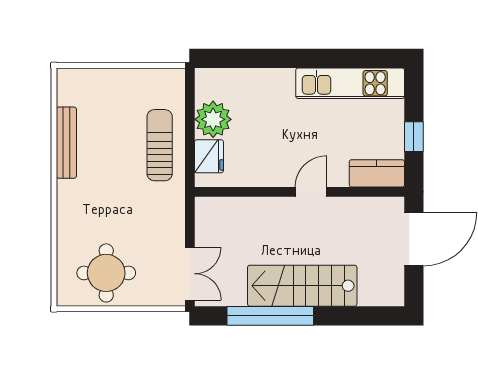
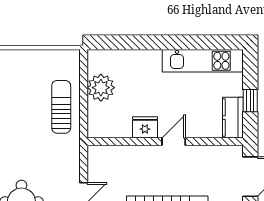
fridge: (209, 156) -> (145, 127), moved, turned -90
kitchen counter: (377, 173) -> (233, 118), moved, turned -90

